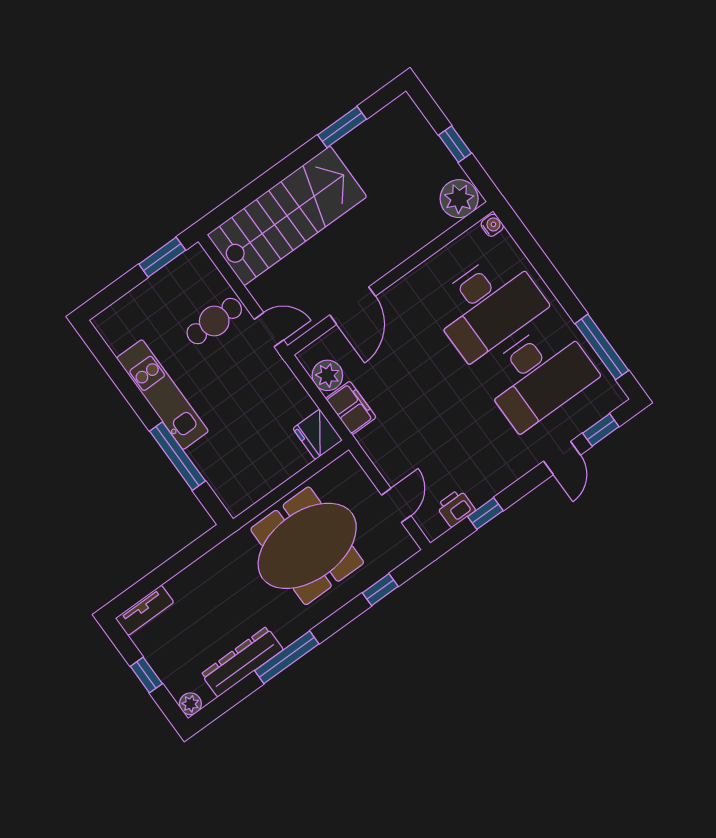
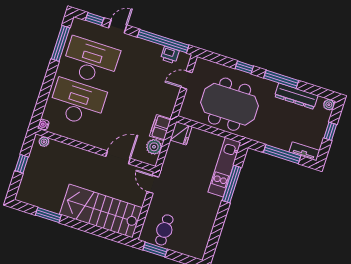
plant: (459, 199) -> (44, 142), width x0.53, depth x0.53
cafe table: (214, 321) -> (164, 230), moved, turned 90
kitchen unit: (163, 395) -> (224, 167), moved
window: (485, 514) -> (163, 41), width x3.17
window: (166, 571) -> (282, 154), added
window: (380, 590) -> (244, 67), moved

